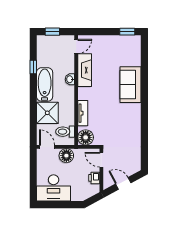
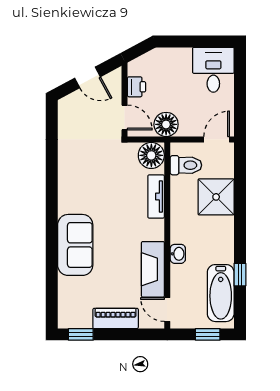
piano: (107, 41) -> (116, 318), added
door: (76, 46) -> (167, 310), hinge flipped
bathtub: (45, 84) -> (221, 293), moved
door: (47, 147) -> (217, 139), swing flipped
floor lamp: (66, 156) -> (166, 124), moved
desk: (54, 188) -> (213, 70), width x0.73

